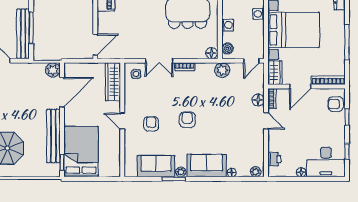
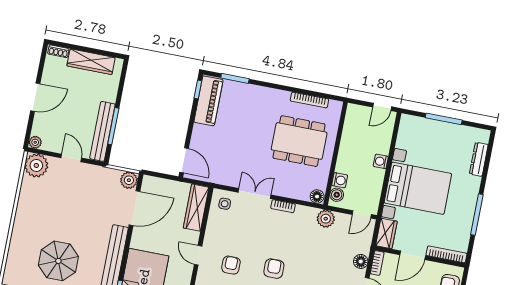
washing machine: (228, 25) -> (340, 180), moved
door: (95, 45) -> (184, 160), hinge flipped
double door: (159, 61) -> (255, 194), swing flipped

